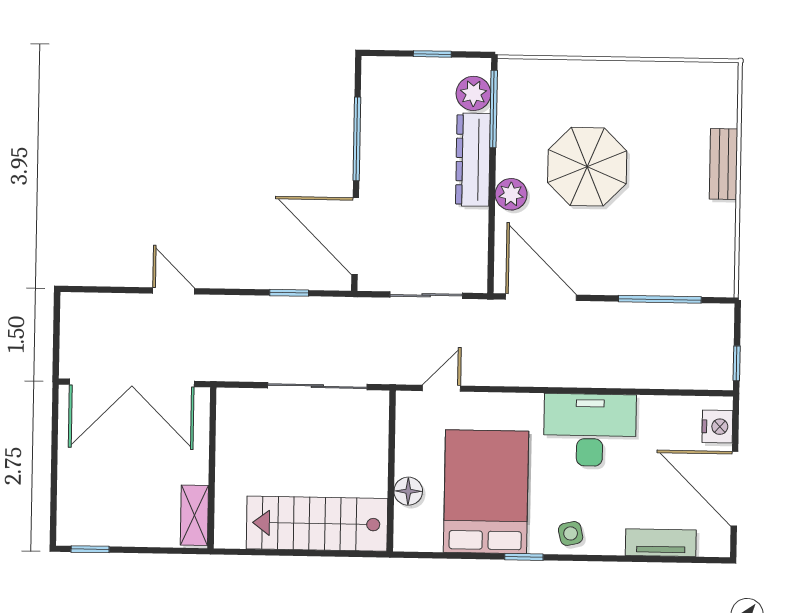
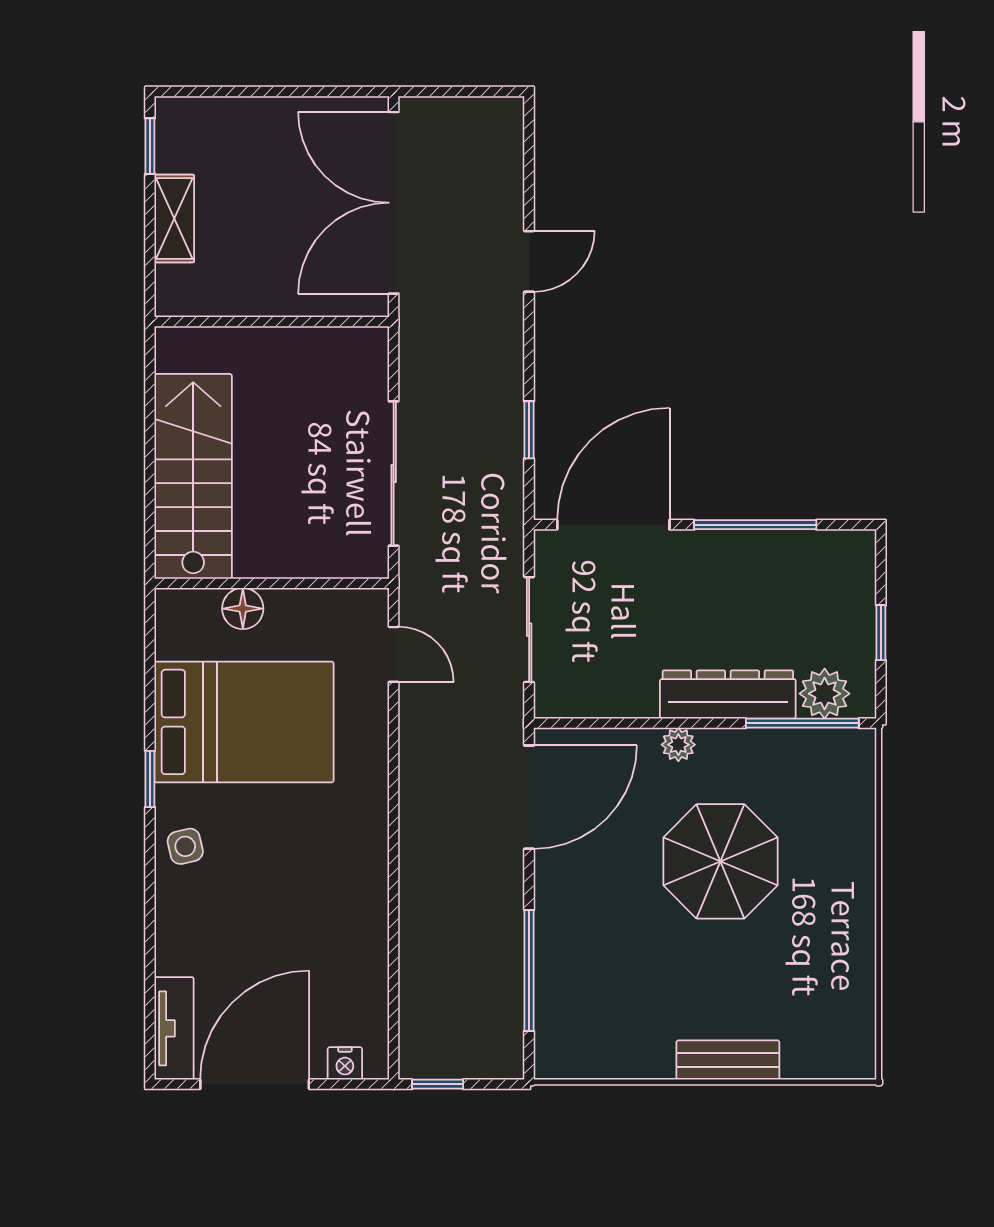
plant: (511, 194) -> (678, 745), width x0.73, depth x0.73
nightstand: (717, 427) -> (345, 1063), width x0.72, depth x0.74
desk: (590, 430) -> (337, 872), removed
shelving: (194, 515) -> (174, 218), moved, turned 90
tv unit: (661, 543) -> (174, 1028), moved

